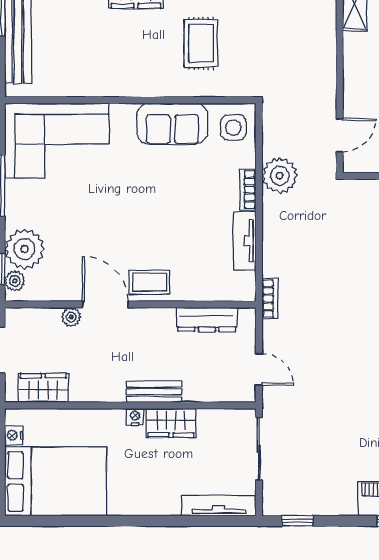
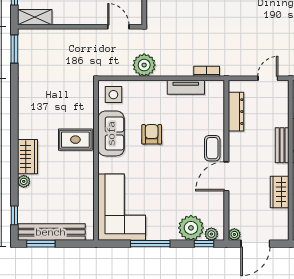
rug: (201, 43) -> (75, 140), moved
armchair: (171, 187) -> (152, 134), added
bookcase: (248, 190) -> (153, 85), removed
bookcase: (270, 299) -> (207, 71), moved
plant: (71, 317) -> (234, 234), moved
wardrobe: (43, 388) -> (280, 192), moved

